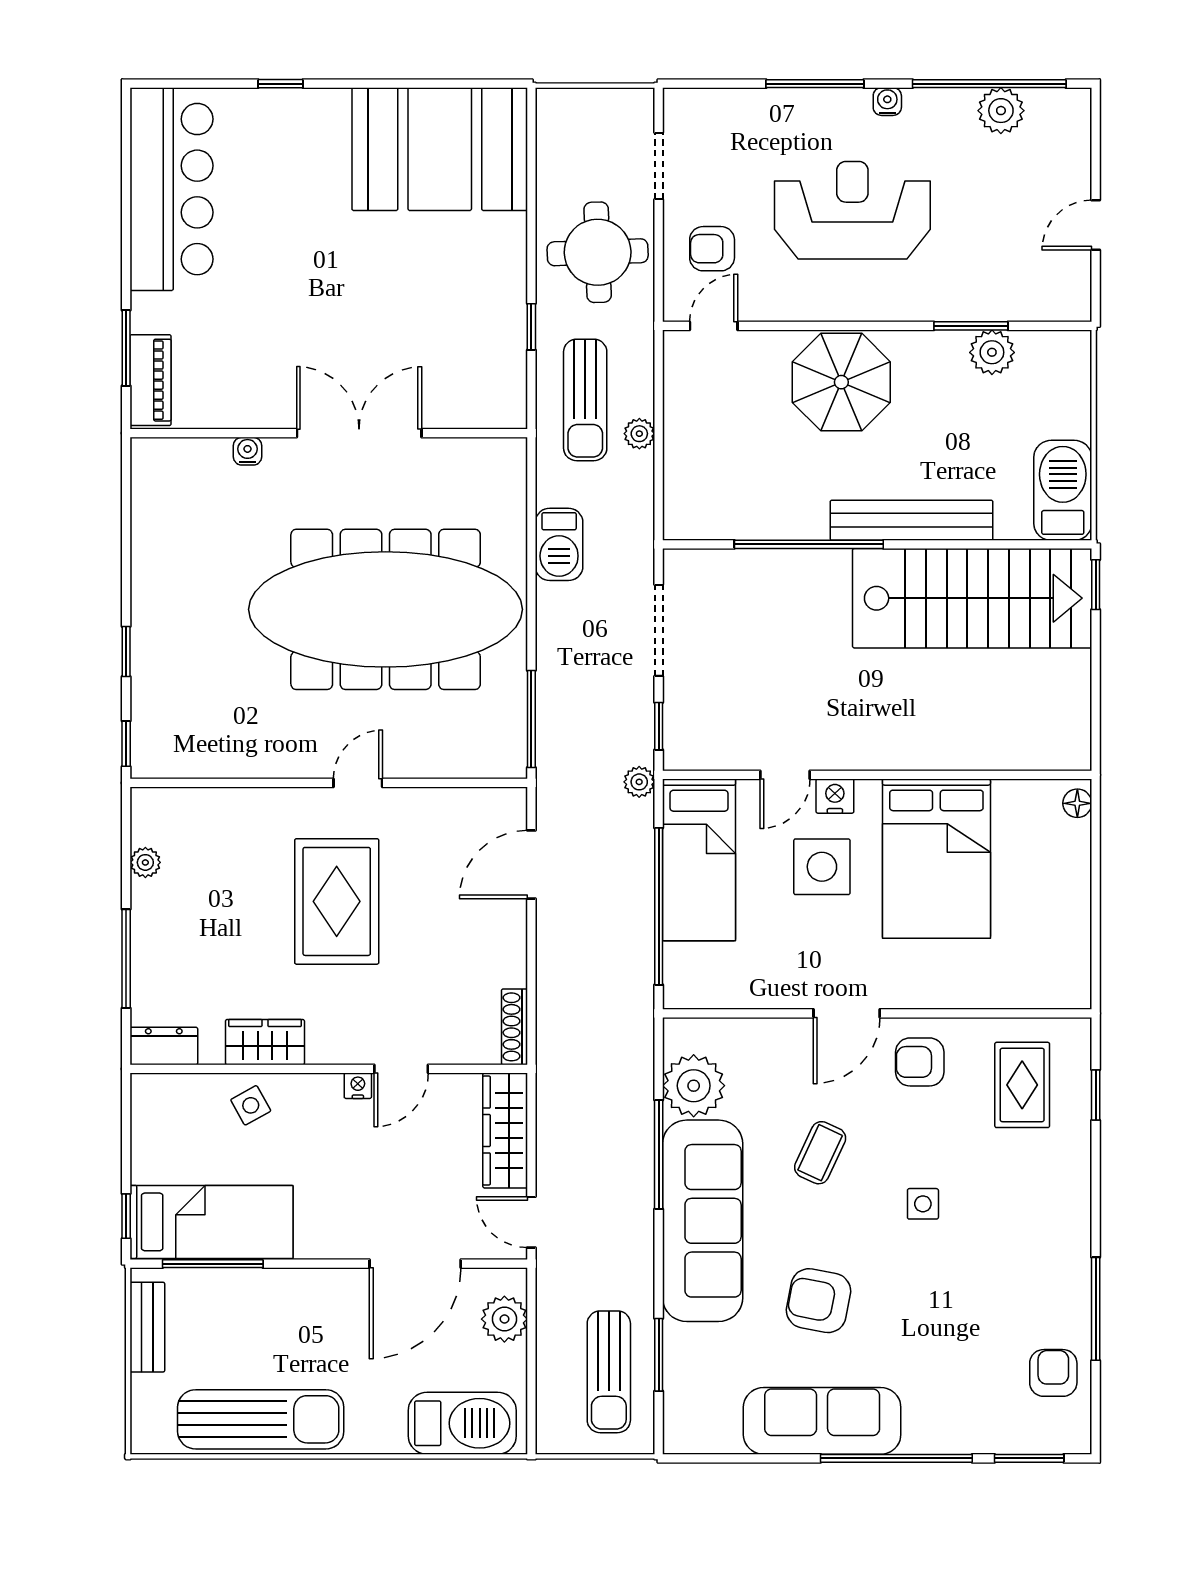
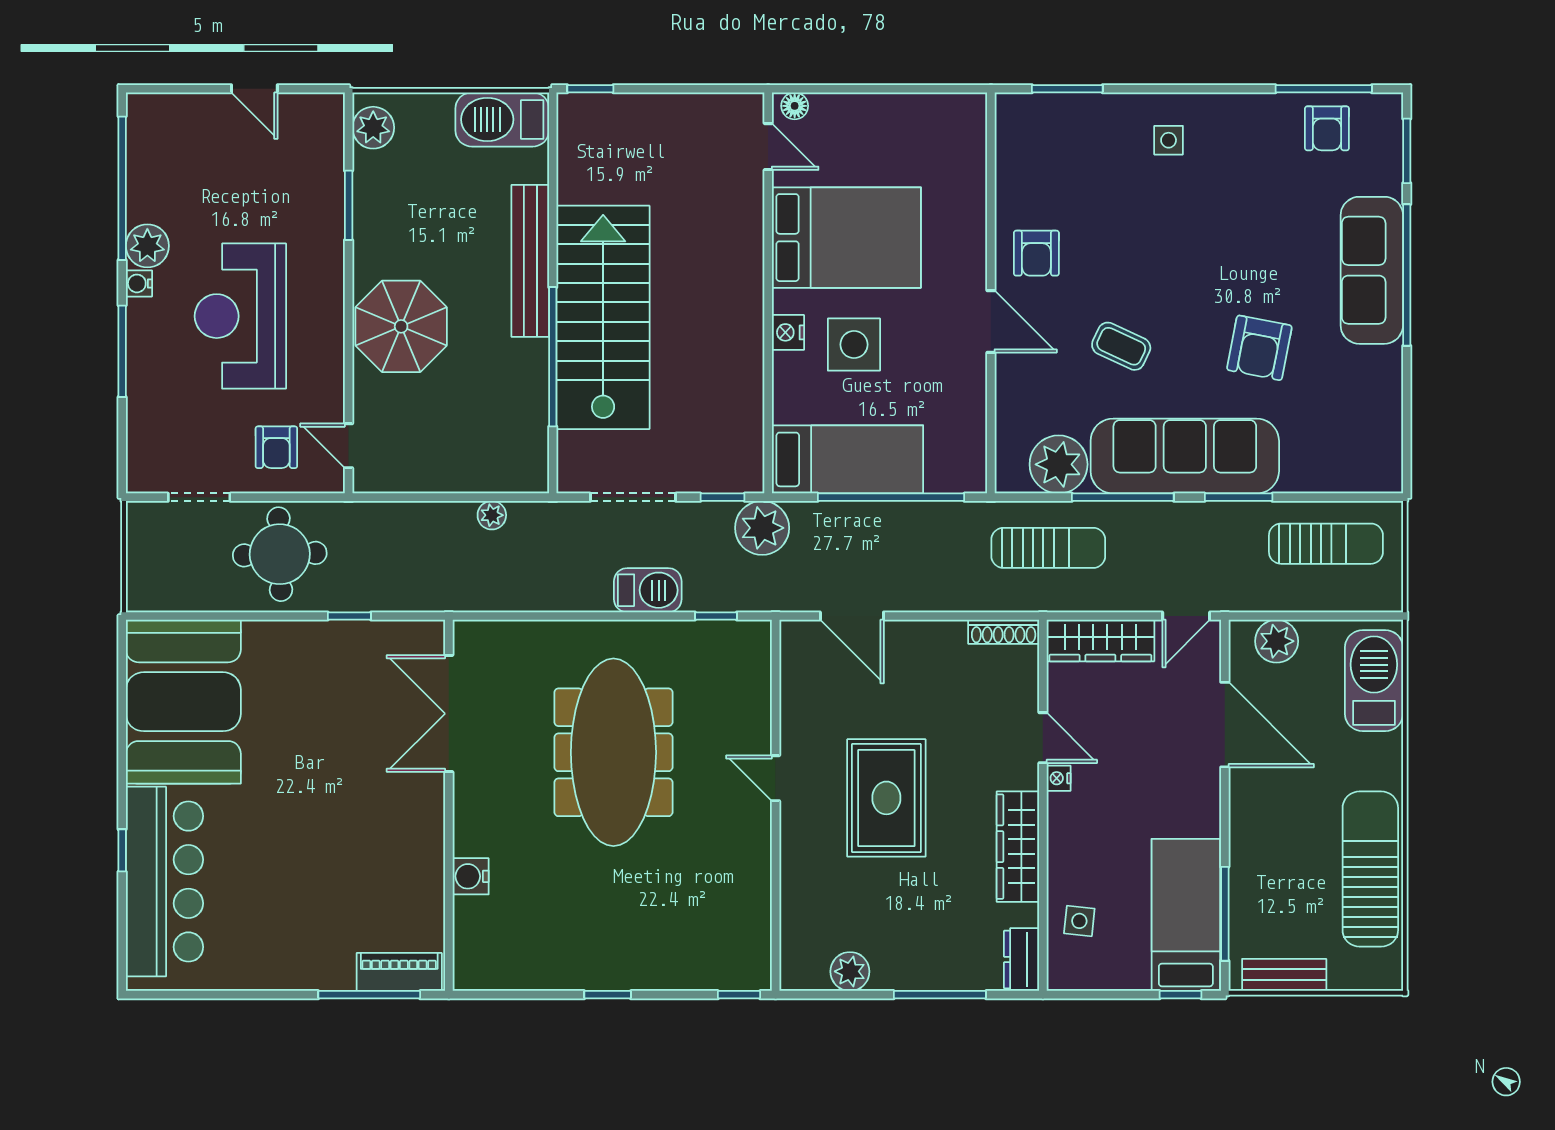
plant: (1001, 111) -> (147, 246), moved
bar counter: (172, 189) -> (164, 882), moved, turned 90
window: (126, 348) -> (369, 995), width x1.44
plant: (992, 352) -> (373, 128), moved
sun lounger: (585, 400) -> (1048, 548), moved
double door: (359, 433) -> (449, 714), moved
plant: (639, 434) -> (492, 515), moved
water cooler: (248, 451) -> (471, 876), width x1.38, depth x1.38
barbecue: (559, 544) -> (648, 590), moved
stairs: (972, 598) -> (603, 317), moved
meeting table: (386, 609) -> (613, 752), width x0.73, depth x0.79
window: (126, 652) -> (608, 995), moved
window: (531, 719) -> (716, 616), width x0.46
door: (785, 775) -> (768, 147), moved
plant: (639, 782) -> (762, 528), width x1.87, depth x1.87
plant: (145, 862) -> (850, 971), width x1.38, depth x1.38
rug: (337, 901) -> (886, 798), turned 90
wardrobe: (265, 1042) -> (1018, 847), width x1.50
rug: (1022, 1085) -> (1058, 157), removed
window: (1096, 1095) -> (1067, 89), width x1.50
side table: (251, 1105) -> (1079, 921), moved, turned 35
side table: (923, 1204) -> (1169, 140), moved
window: (1096, 1309) -> (1324, 89), moved
window: (659, 1355) -> (1239, 497), moved
armchair: (1053, 1373) -> (1327, 128), turned -90
sofa: (822, 1421) -> (1372, 270), moved

